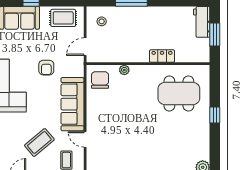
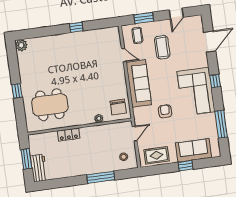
coffee table: (39, 143) -> (162, 47), turned -50

